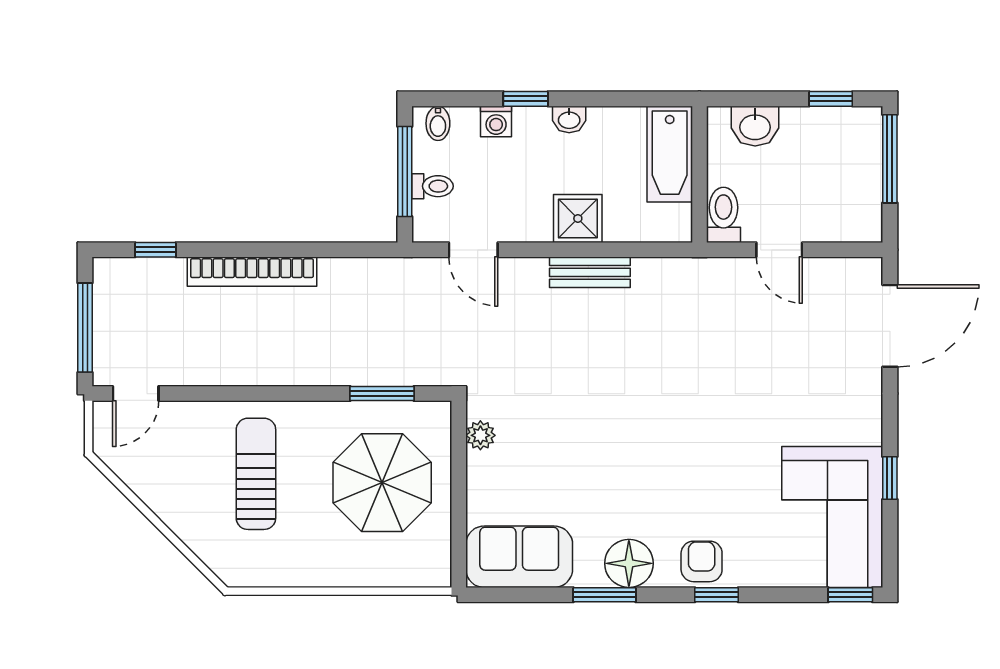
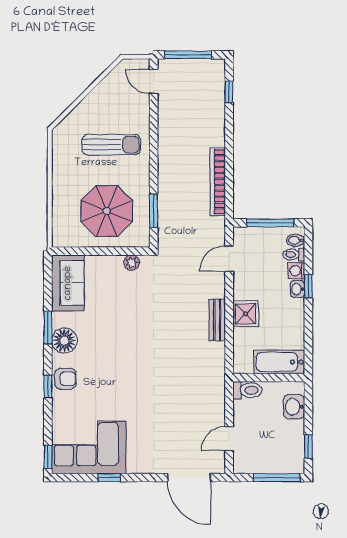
washbasin: (569, 119) -> (297, 289), moved
toilet: (433, 186) -> (294, 255), moved, turned 90
door: (779, 250) -> (229, 439), moved
bookcase: (252, 272) -> (218, 182), moved

